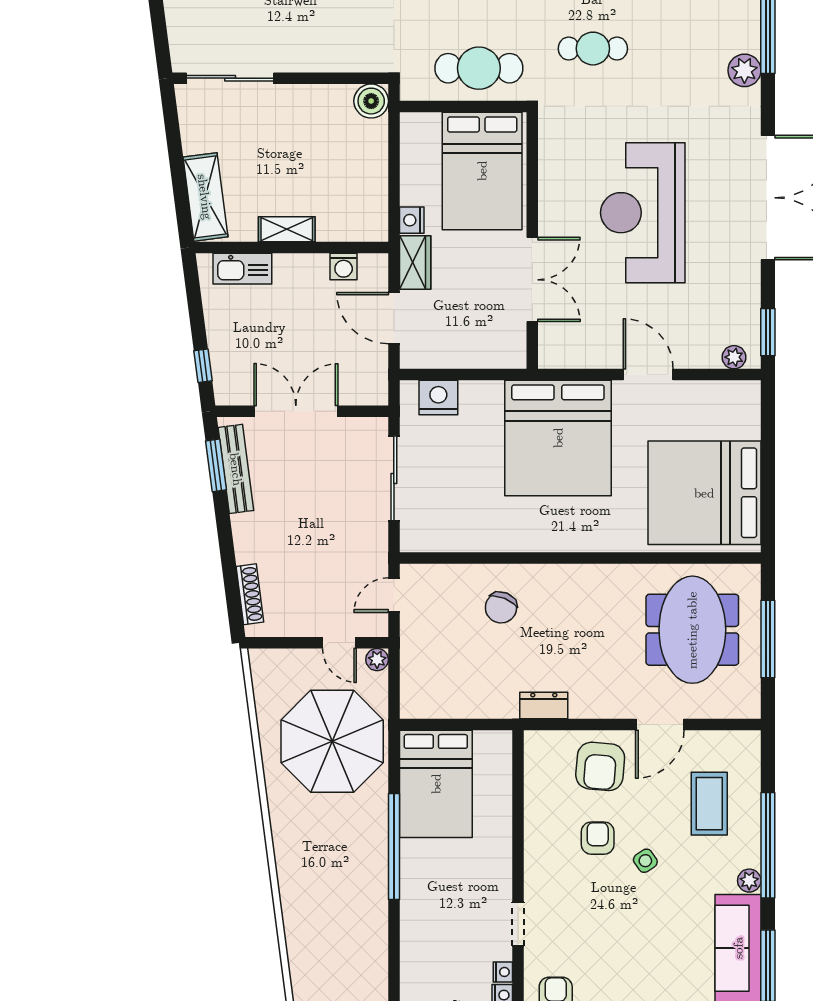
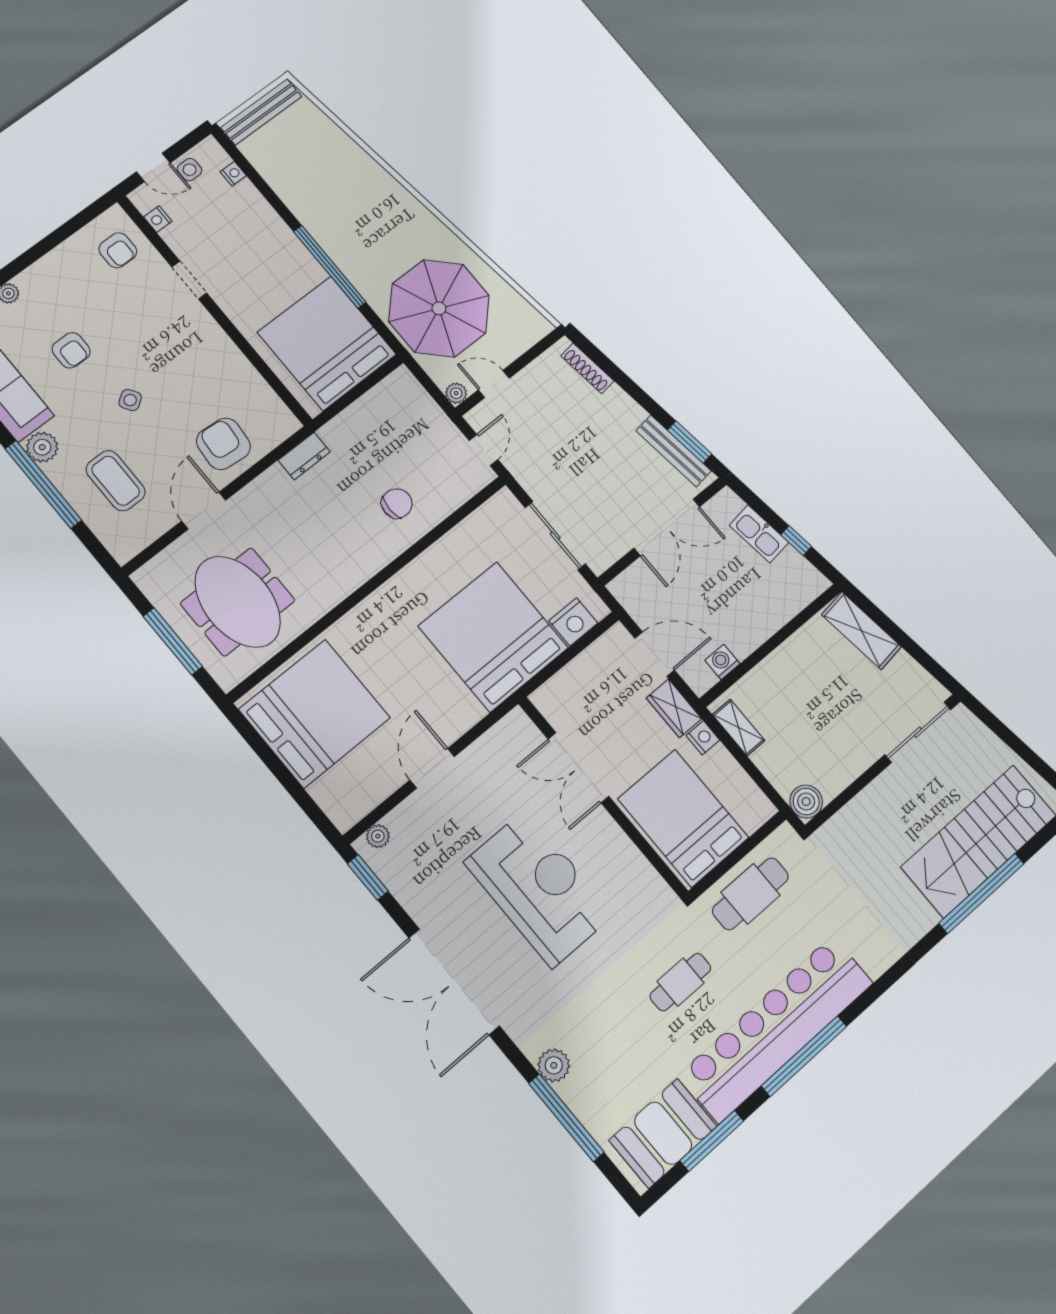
shelving: (287, 229) -> (739, 728), moved, turned 90
kitchen sink: (242, 269) -> (759, 534), moved, turned -97
window: (203, 366) -> (796, 541), moved
door: (648, 375) -> (432, 768), swing flipped
bed: (558, 438) -> (493, 637), moved
chair: (501, 608) -> (397, 503), turned 68
bed: (436, 784) -> (327, 343), width x1.36
armchair: (598, 838) -> (71, 350), moved
plant: (749, 881) -> (42, 447), width x1.38, depth x1.38
nightstand: (503, 972) -> (233, 174), moved, turned 180

